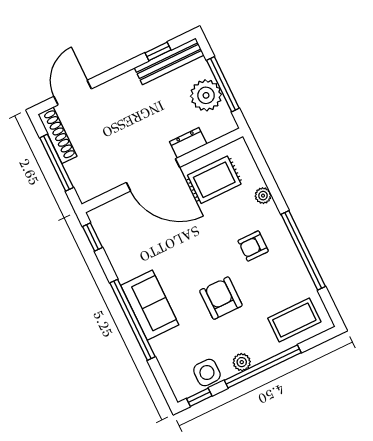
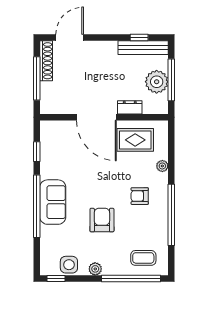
window: (92, 237) -> (37, 152), moved
coffee table: (294, 320) -> (143, 258), width x0.73, depth x0.77
window: (263, 366) -> (131, 279), moved

